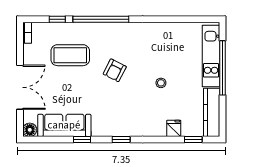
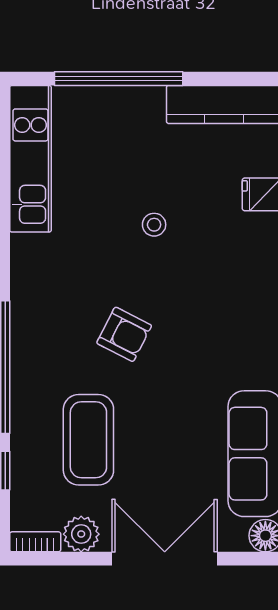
plant: (30, 52) -> (81, 534), added
kitchen unit: (211, 56) -> (30, 159), moved, turned -90

